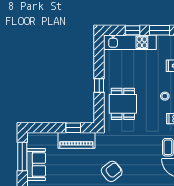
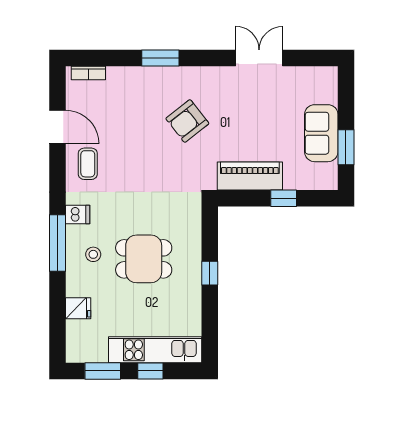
dining table: (123, 104) -> (144, 259), moved, turned 90
window: (73, 128) -> (284, 198), moved
window: (22, 157) -> (346, 147), width x0.69

